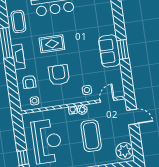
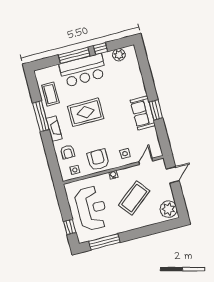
rug: (52, 44) -> (86, 112), width x1.36, depth x1.43
armchair: (59, 75) -> (98, 160), moved
plant: (82, 110) -> (123, 173), removed
door: (133, 117) -> (173, 175), hinge flipped
coffee table: (91, 136) -> (134, 198), turned 51

